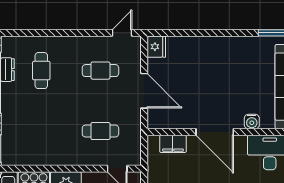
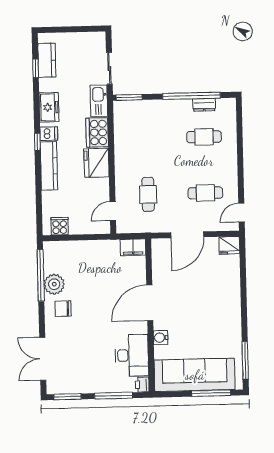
door: (122, 33) -> (242, 213), swing flipped
cafe table: (100, 71) -> (205, 193), turned 90
filing cabinet: (173, 144) -> (133, 247), moved, turned -90

